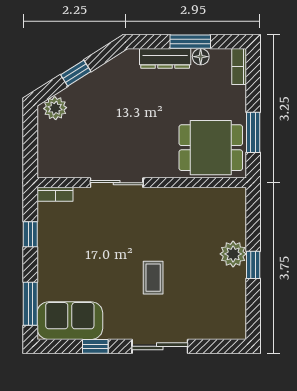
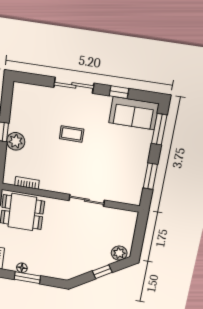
dresser: (165, 58) -> (44, 271), removed
bookcase: (55, 194) -> (27, 183), moved
window: (30, 234) -> (150, 176), width x1.50
coffee table: (153, 278) -> (72, 134), turned 90

